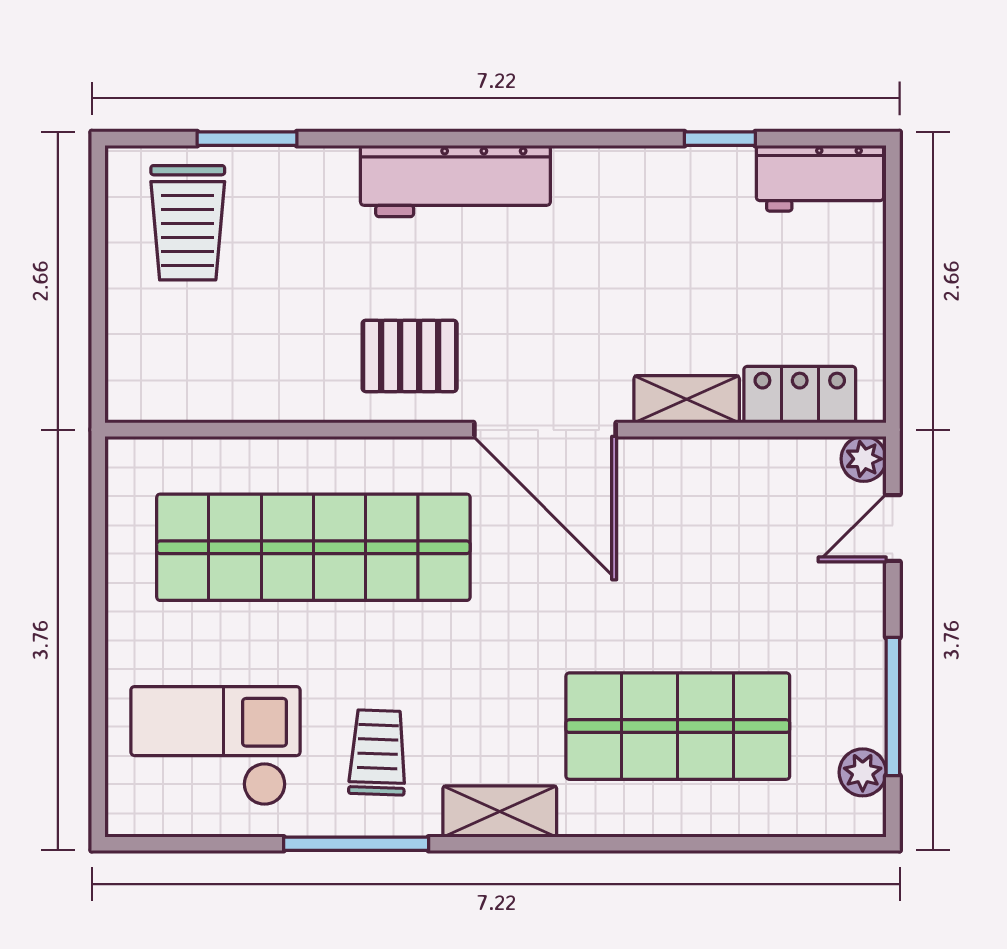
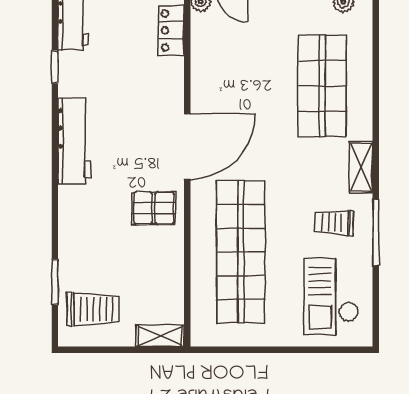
workbench: (455, 181) -> (74, 141), moved
pallet: (410, 356) -> (154, 208), turned 90
shelving: (687, 399) -> (160, 336), moved, turned 90

